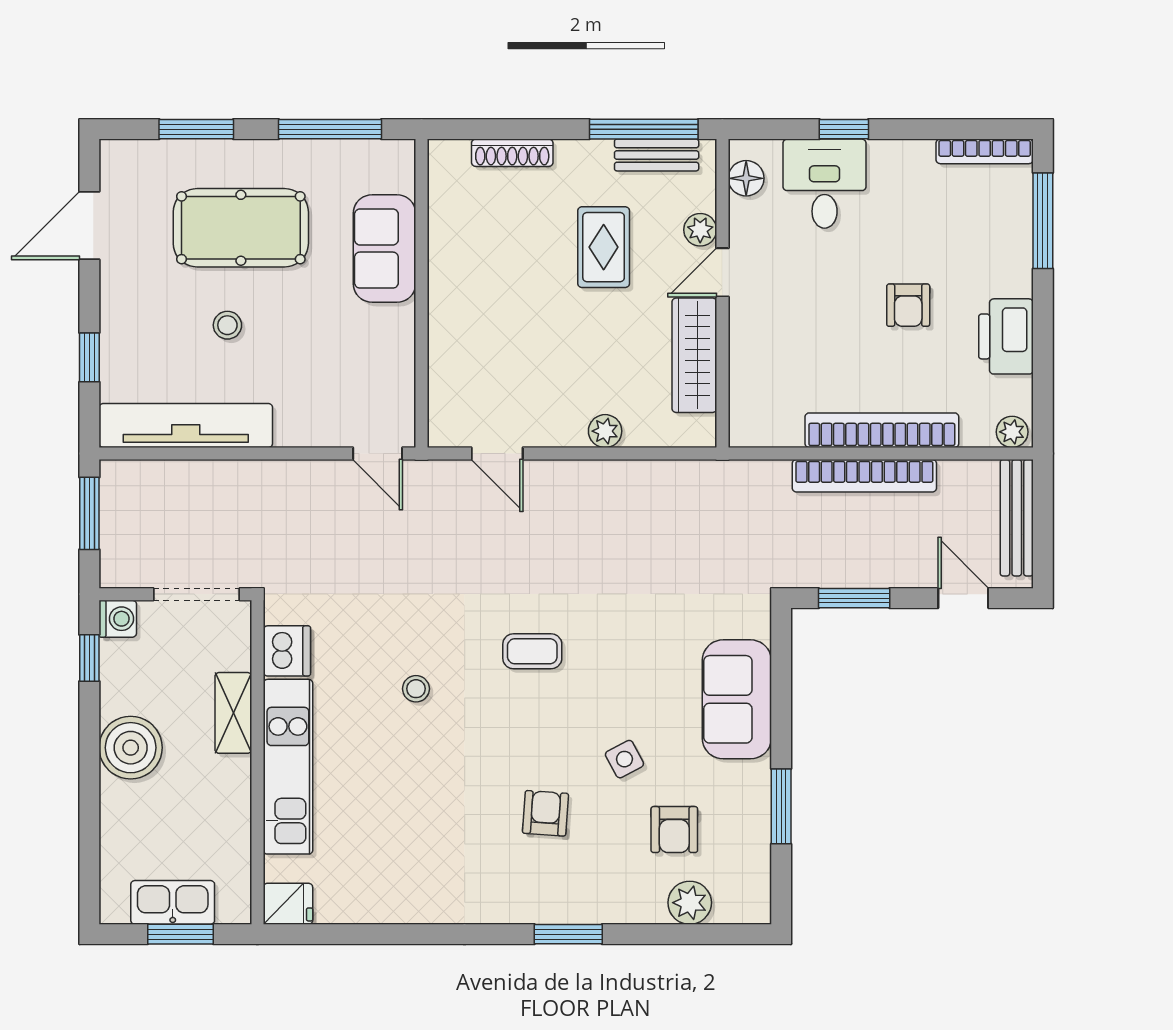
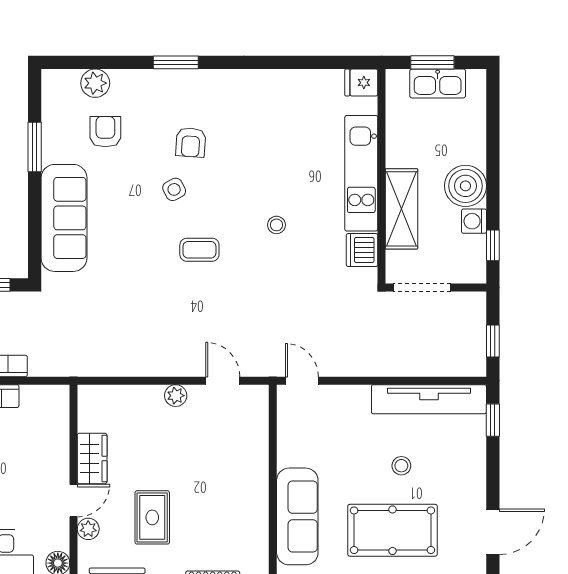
sofa: (385, 249) -> (297, 516), width x1.36
wardrobe: (694, 355) -> (92, 458), width x0.67
window: (89, 357) -> (493, 420), moved
plant: (605, 431) -> (176, 396), moved
window: (89, 513) -> (493, 341), width x0.67
washing machine: (118, 619) -> (474, 221), moved
sofa: (737, 699) -> (64, 218), width x1.36
shelving: (233, 713) -> (402, 209), width x1.50, depth x1.33
side table: (624, 759) -> (174, 189), moved

